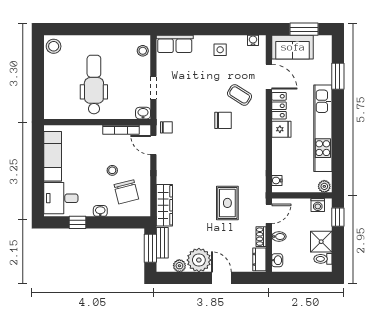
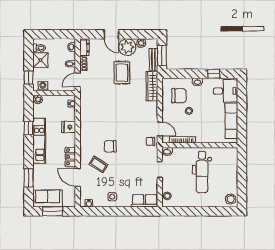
sofa: (293, 47) -> (48, 199), moved
kitchen unit: (323, 128) -> (39, 141), width x0.73
fridge: (281, 129) -> (69, 127), moved
window: (338, 146) -> (29, 128), added
chair: (126, 192) -> (179, 96), turned 104
rug: (227, 203) -> (122, 73), moved

